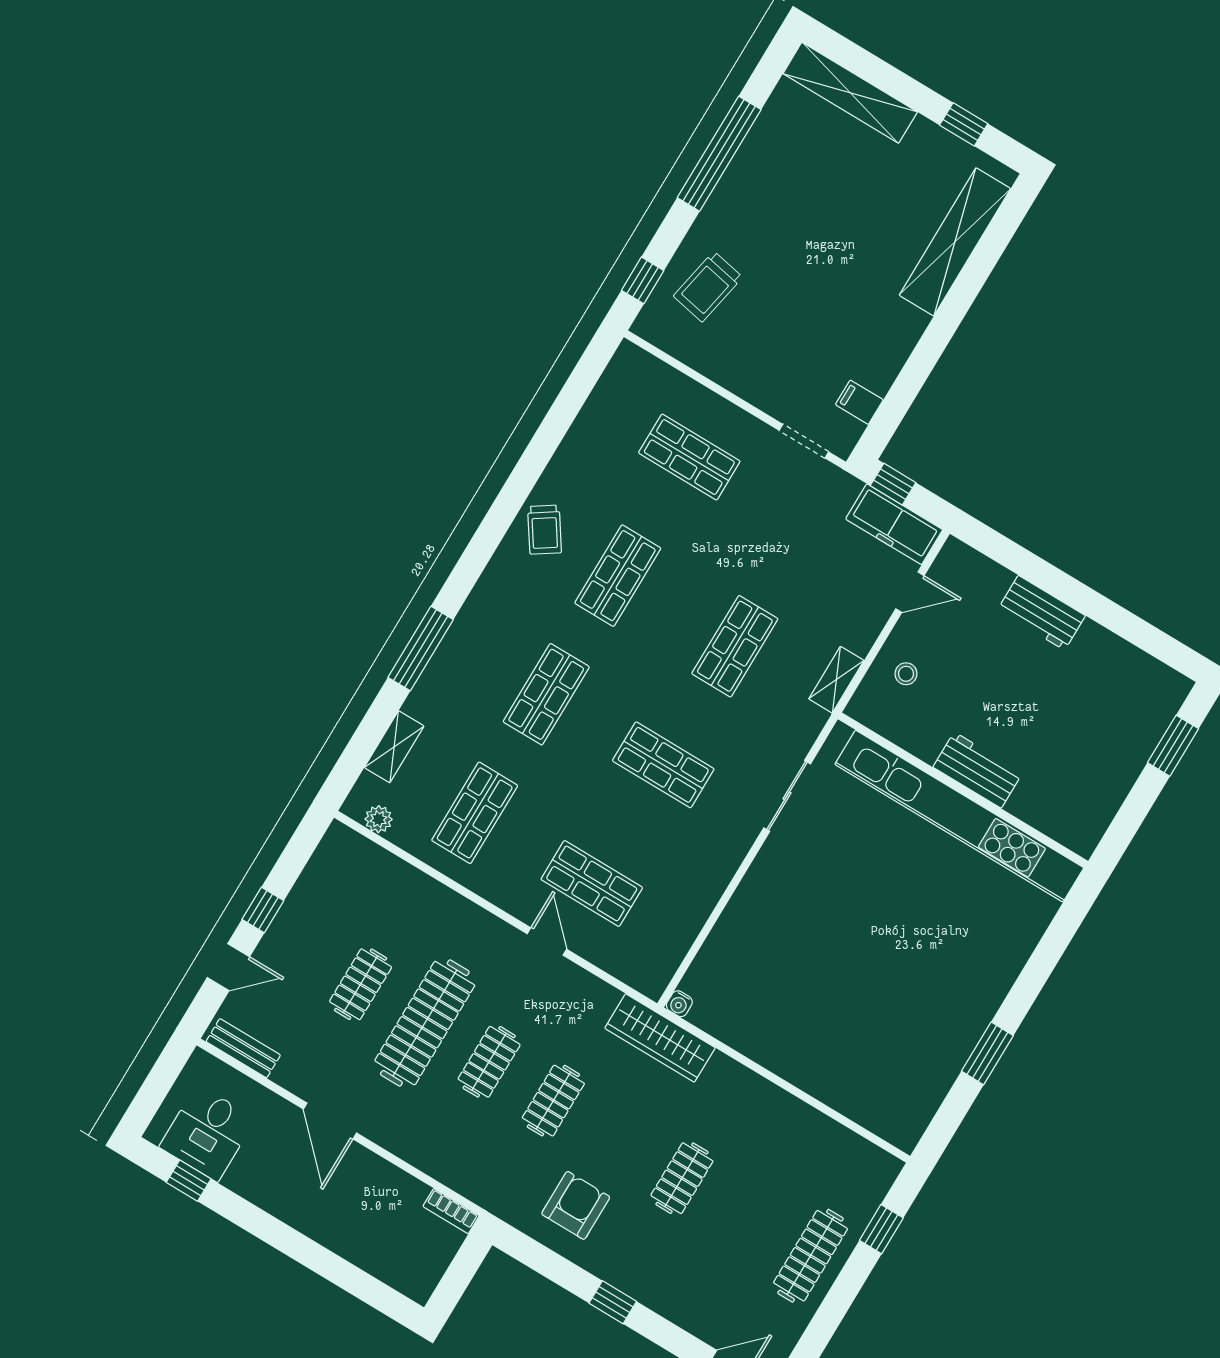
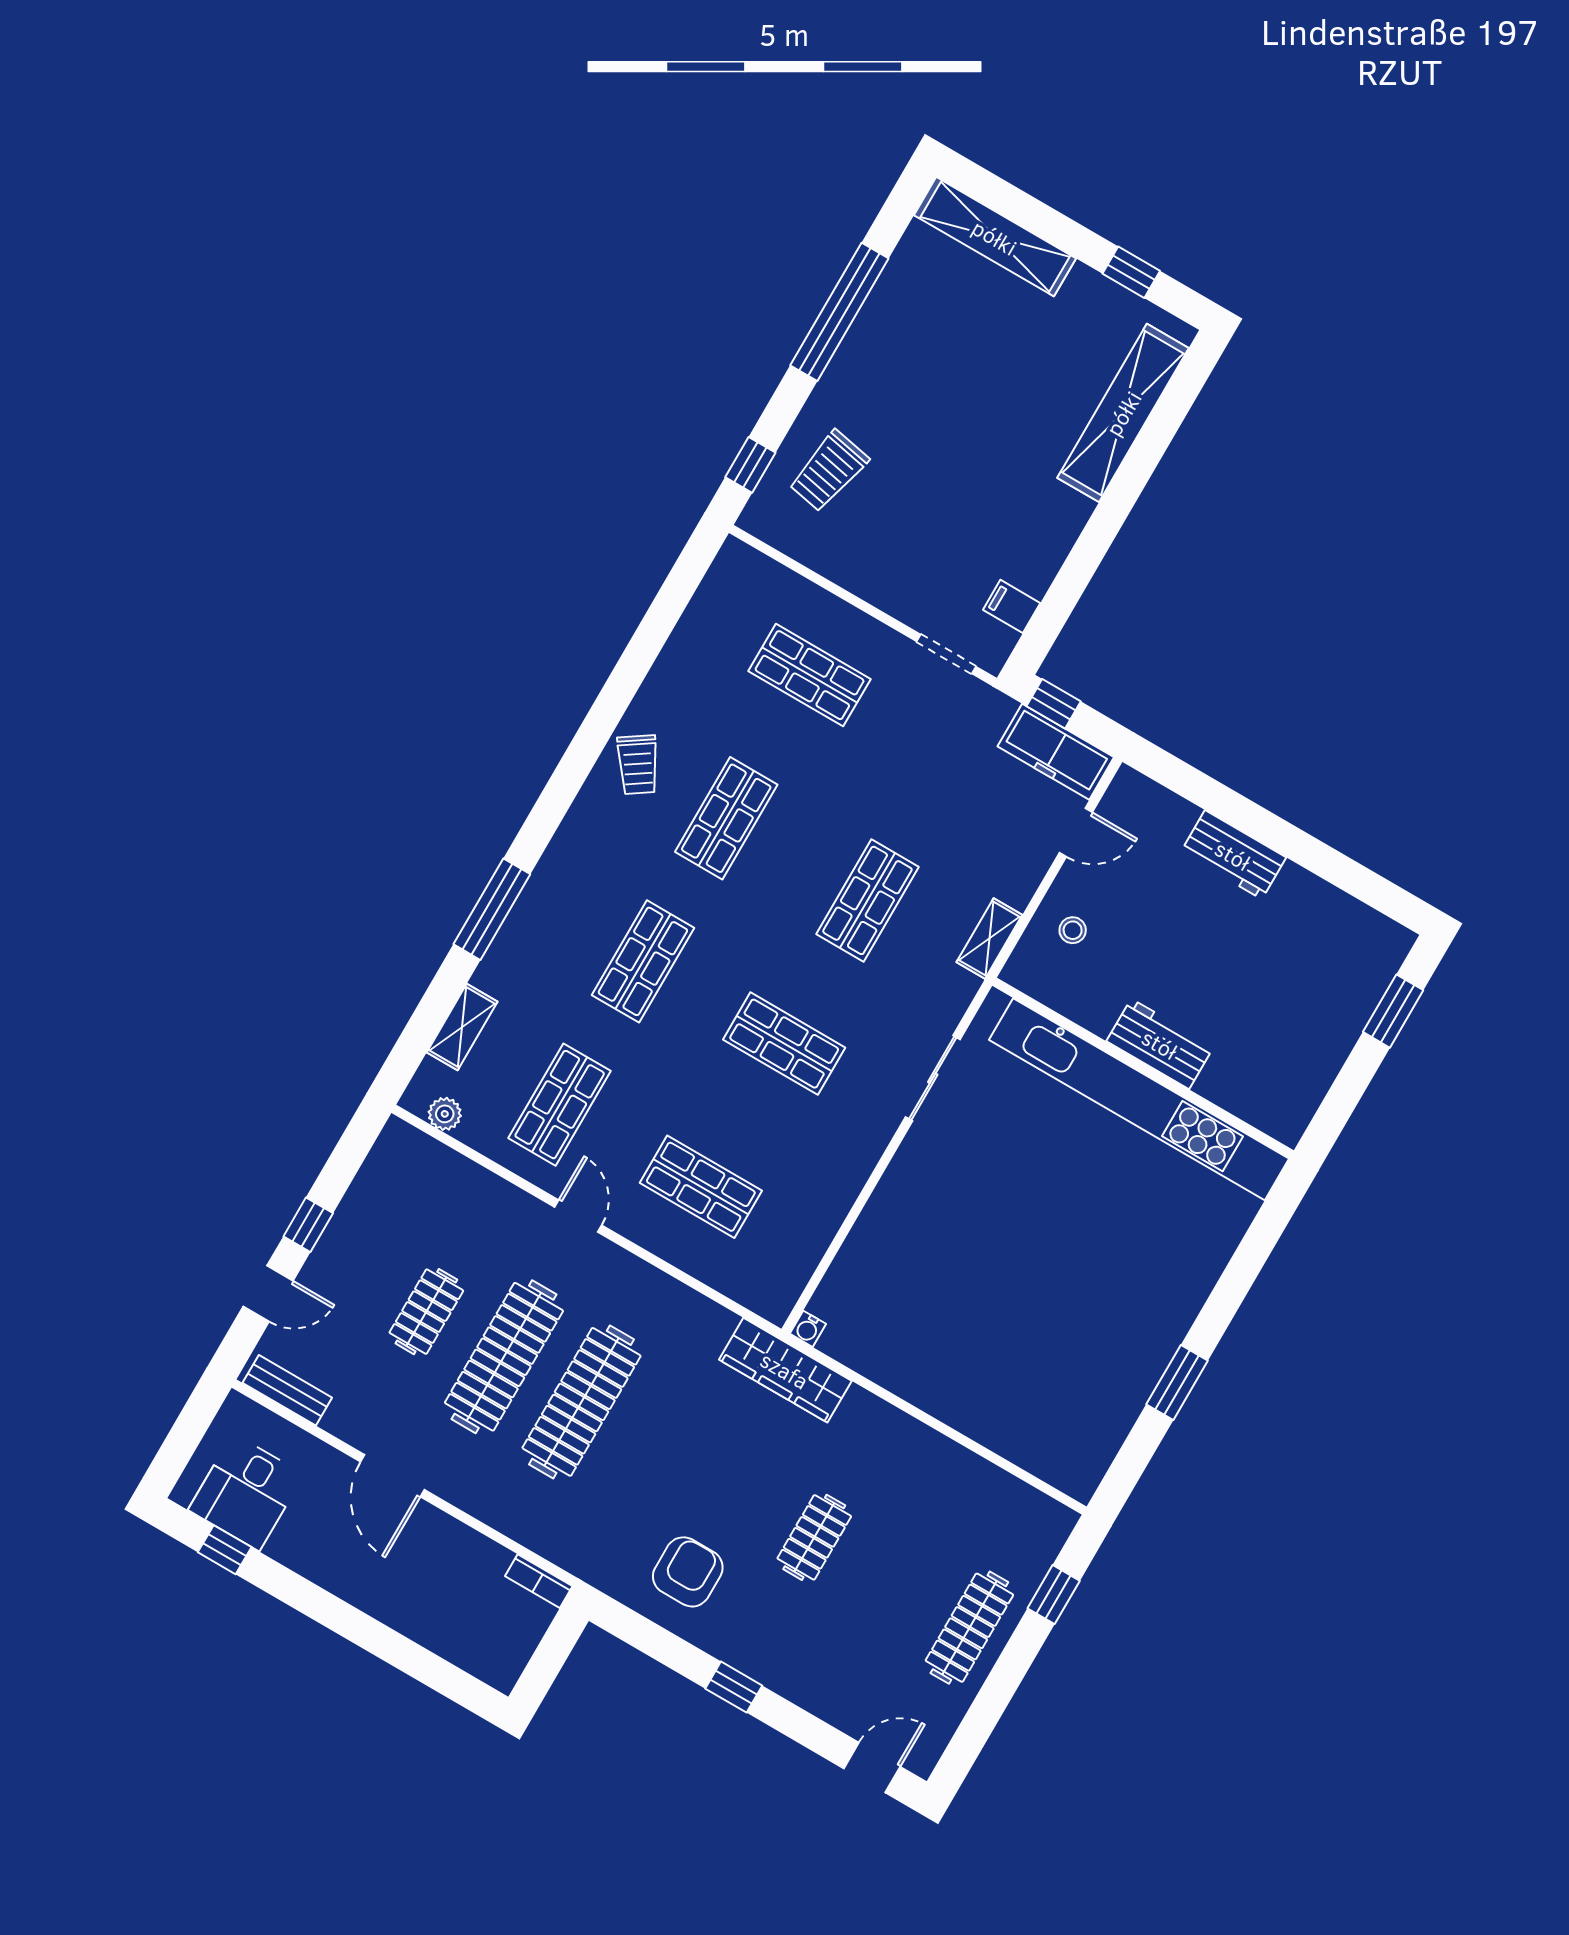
door: (547, 941) -> (578, 1216), moved
clothes rail: (489, 1062) -> (582, 1402), width x1.86, depth x1.31
clothes rail: (553, 1101) -> (659, 1447), removed

